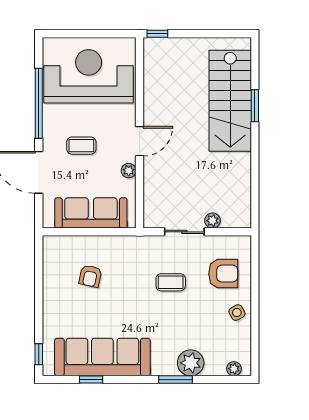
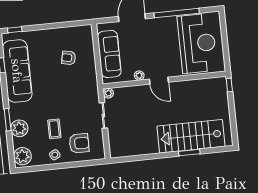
coffee table: (81, 146) -> (152, 43), removed
plant: (212, 221) -> (108, 93), moved
armchair: (223, 274) -> (79, 143), turned -90
coffee table: (171, 282) -> (54, 129), moved
plant: (234, 369) -> (22, 156), width x1.88, depth x1.88

